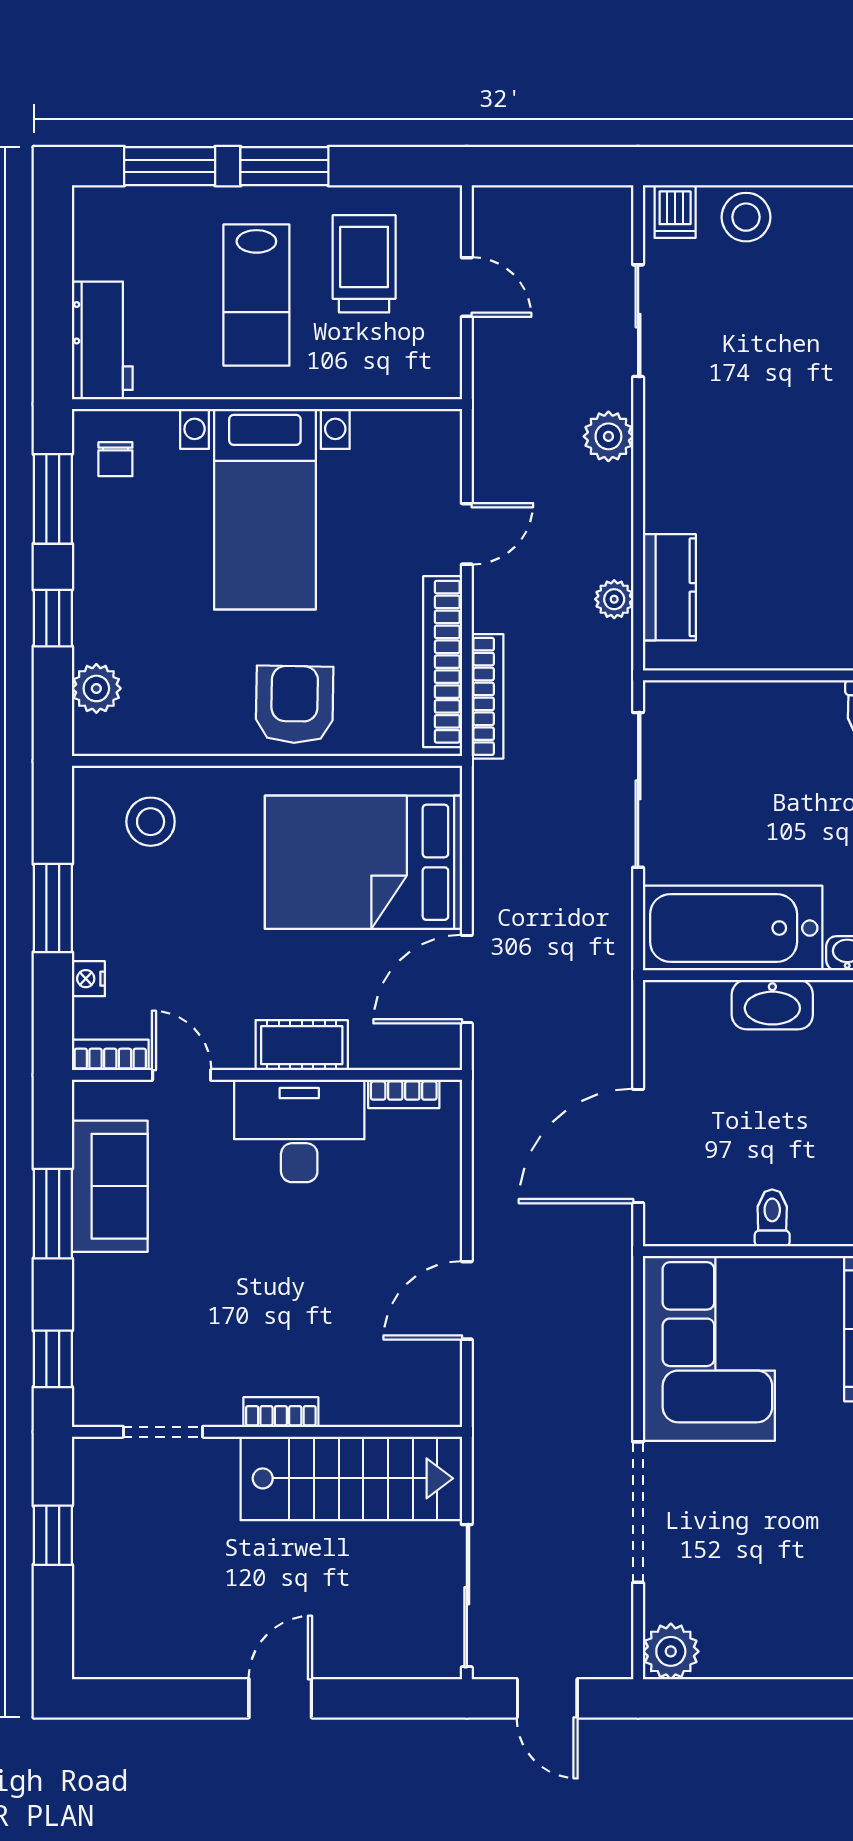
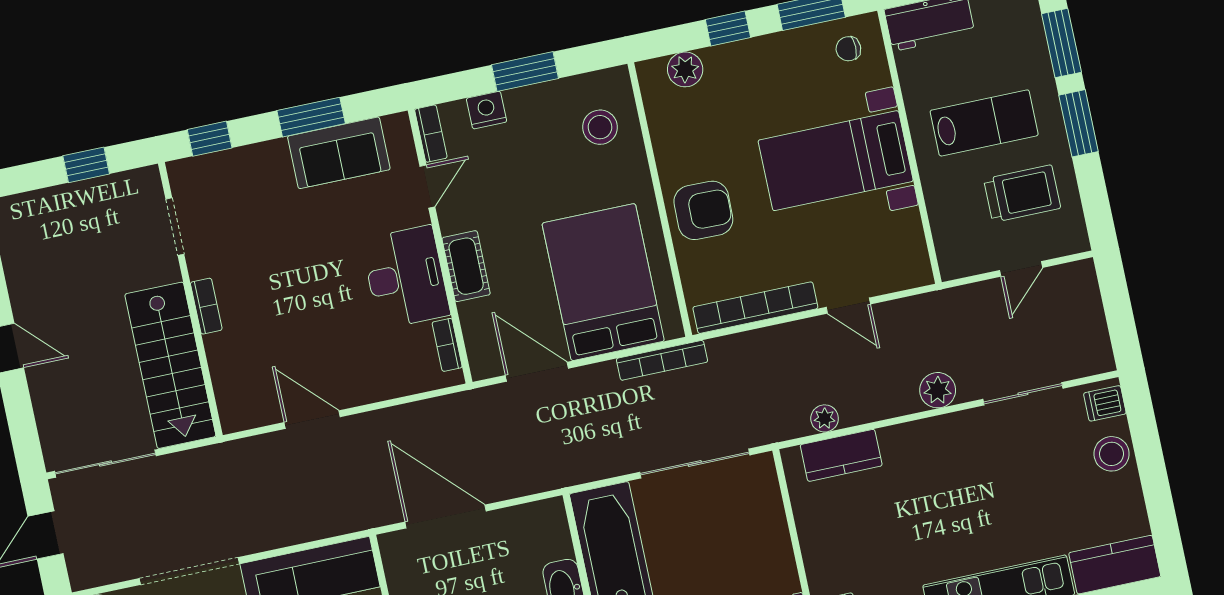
lab bench: (256, 295) -> (984, 123), turned 180
bookcase: (487, 696) -> (662, 360), moved
nightstand: (88, 979) -> (487, 110), width x1.39, depth x1.35

